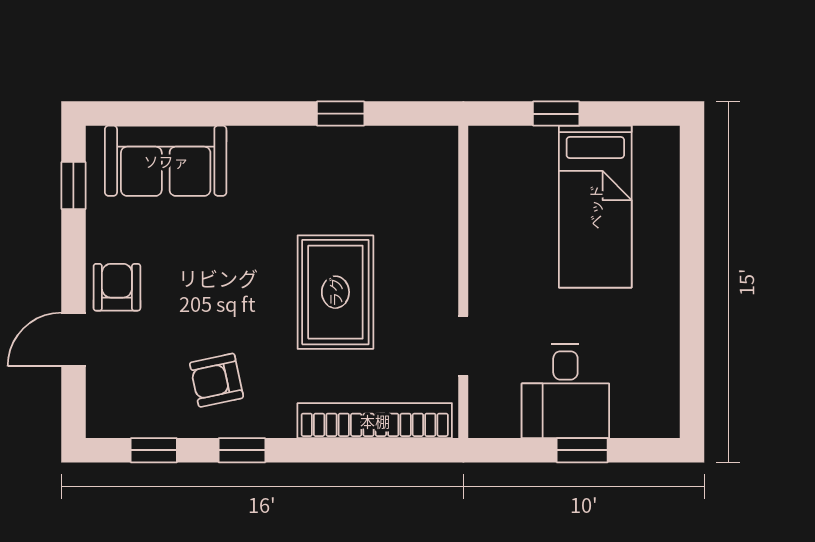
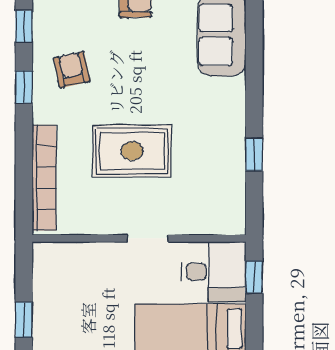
window: (556, 114) -> (254, 277), moved
doorway: (463, 346) -> (148, 238), moved
desk: (565, 391) -> (214, 272), moved, turned 180

